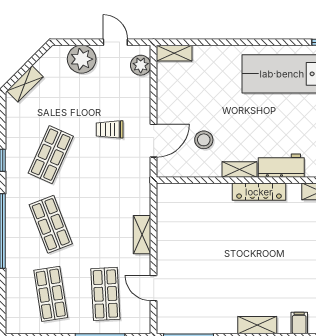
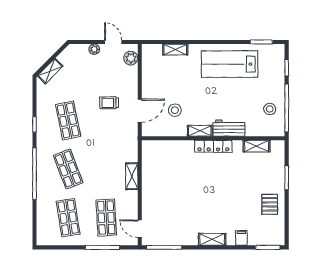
shelving: (174, 53) -> (175, 50), moved
plant: (82, 59) -> (94, 49), width x0.53, depth x0.53
shop shelf: (51, 155) -> (68, 120), turned -36
door: (154, 288) -> (140, 229), moved

